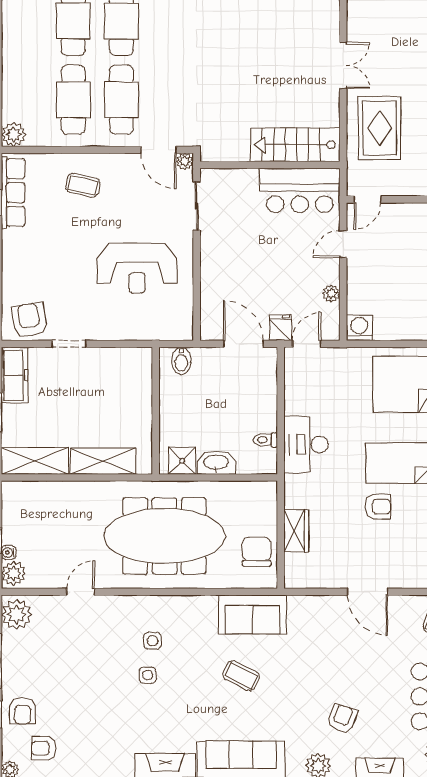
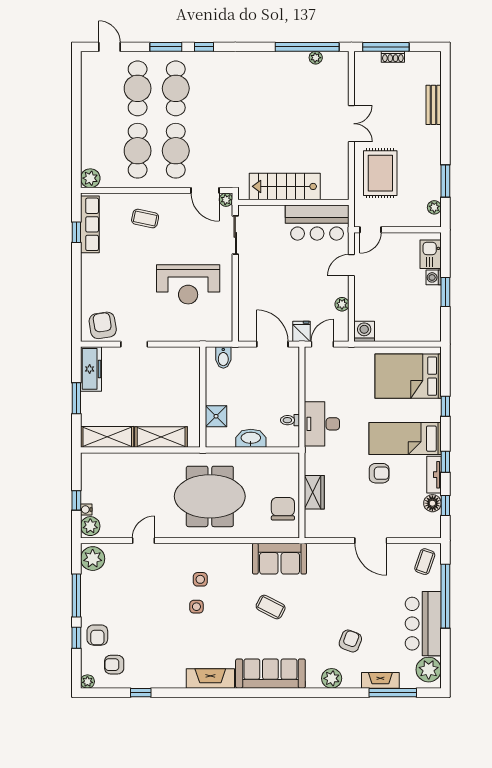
stairs: (295, 145) -> (285, 186), moved
shower: (182, 461) -> (216, 416), moved
meeting table: (164, 536) -> (210, 496), width x0.73

